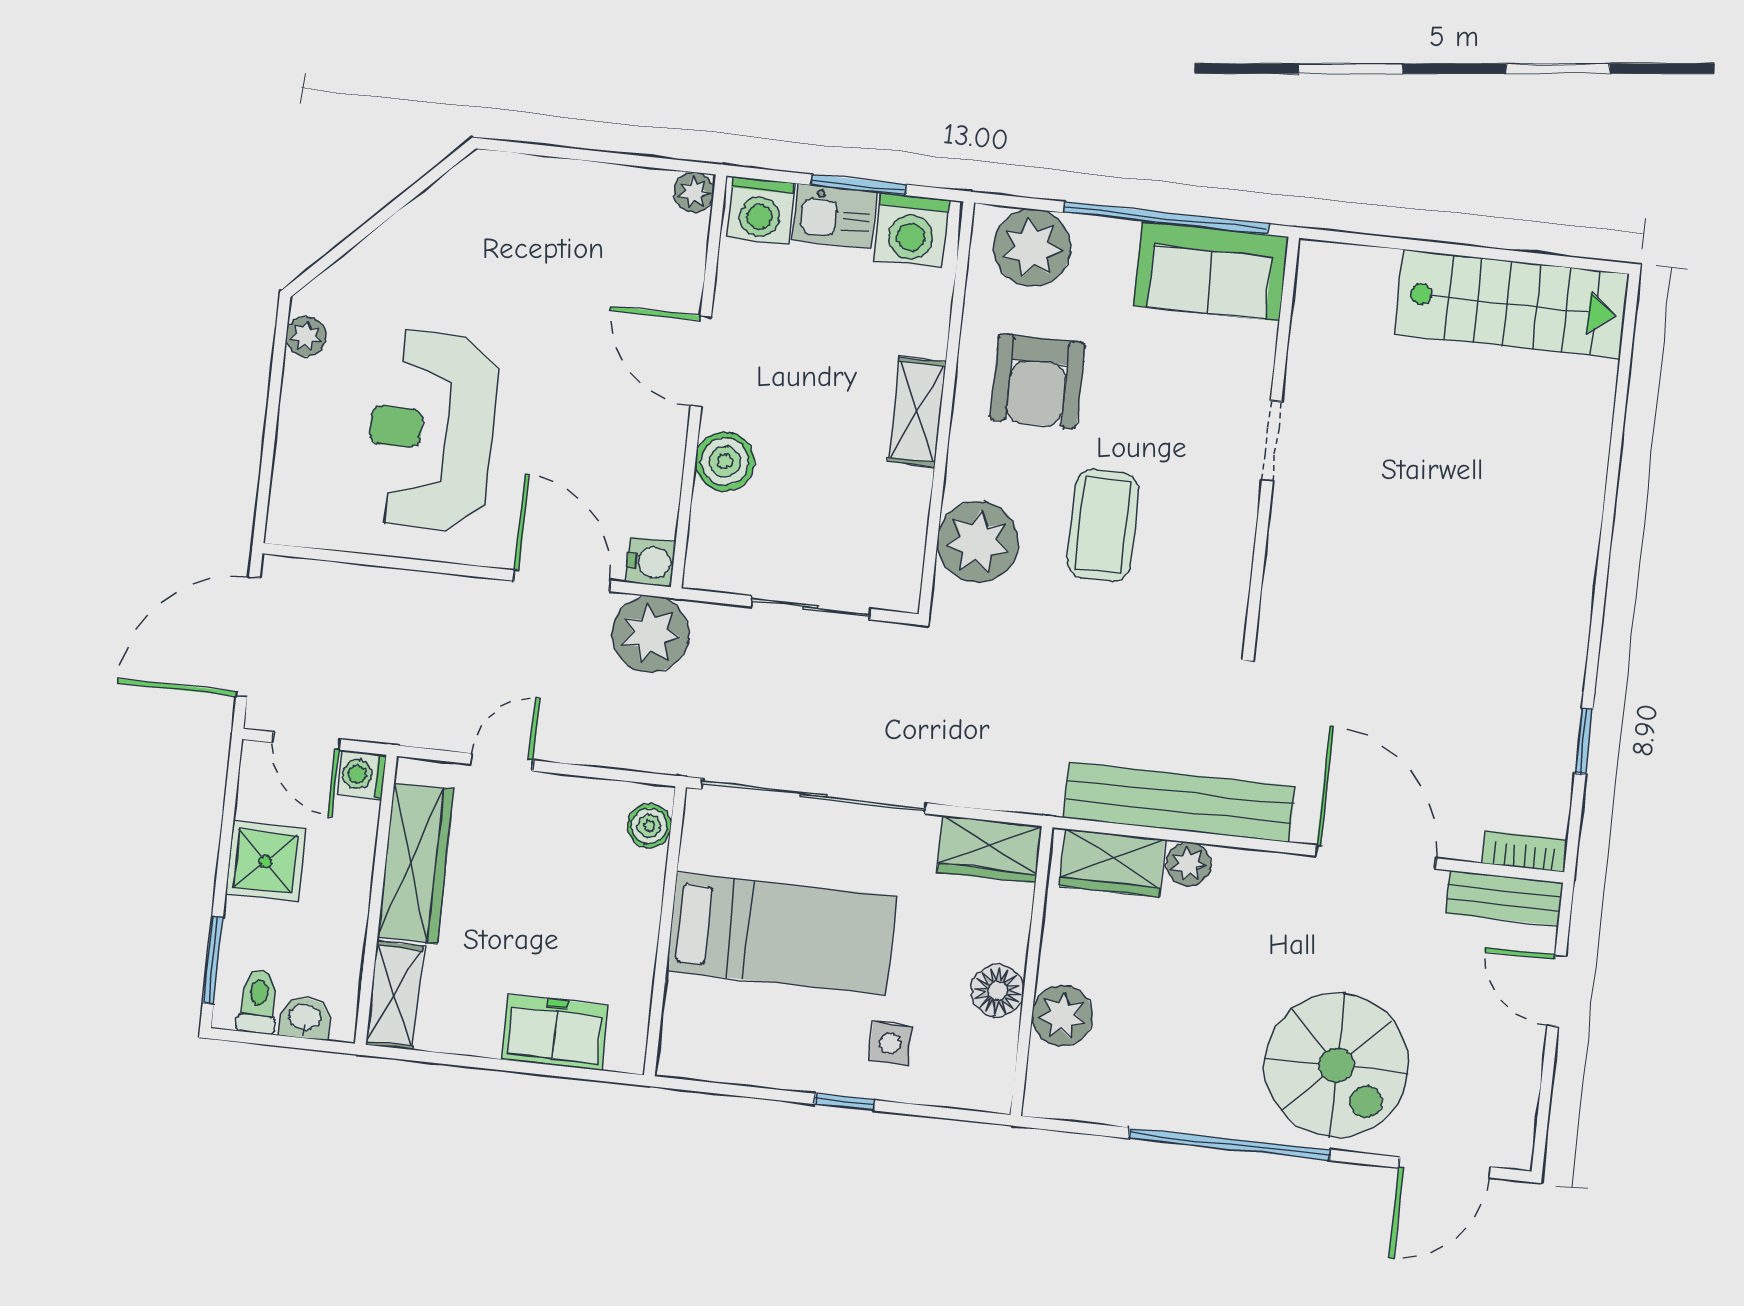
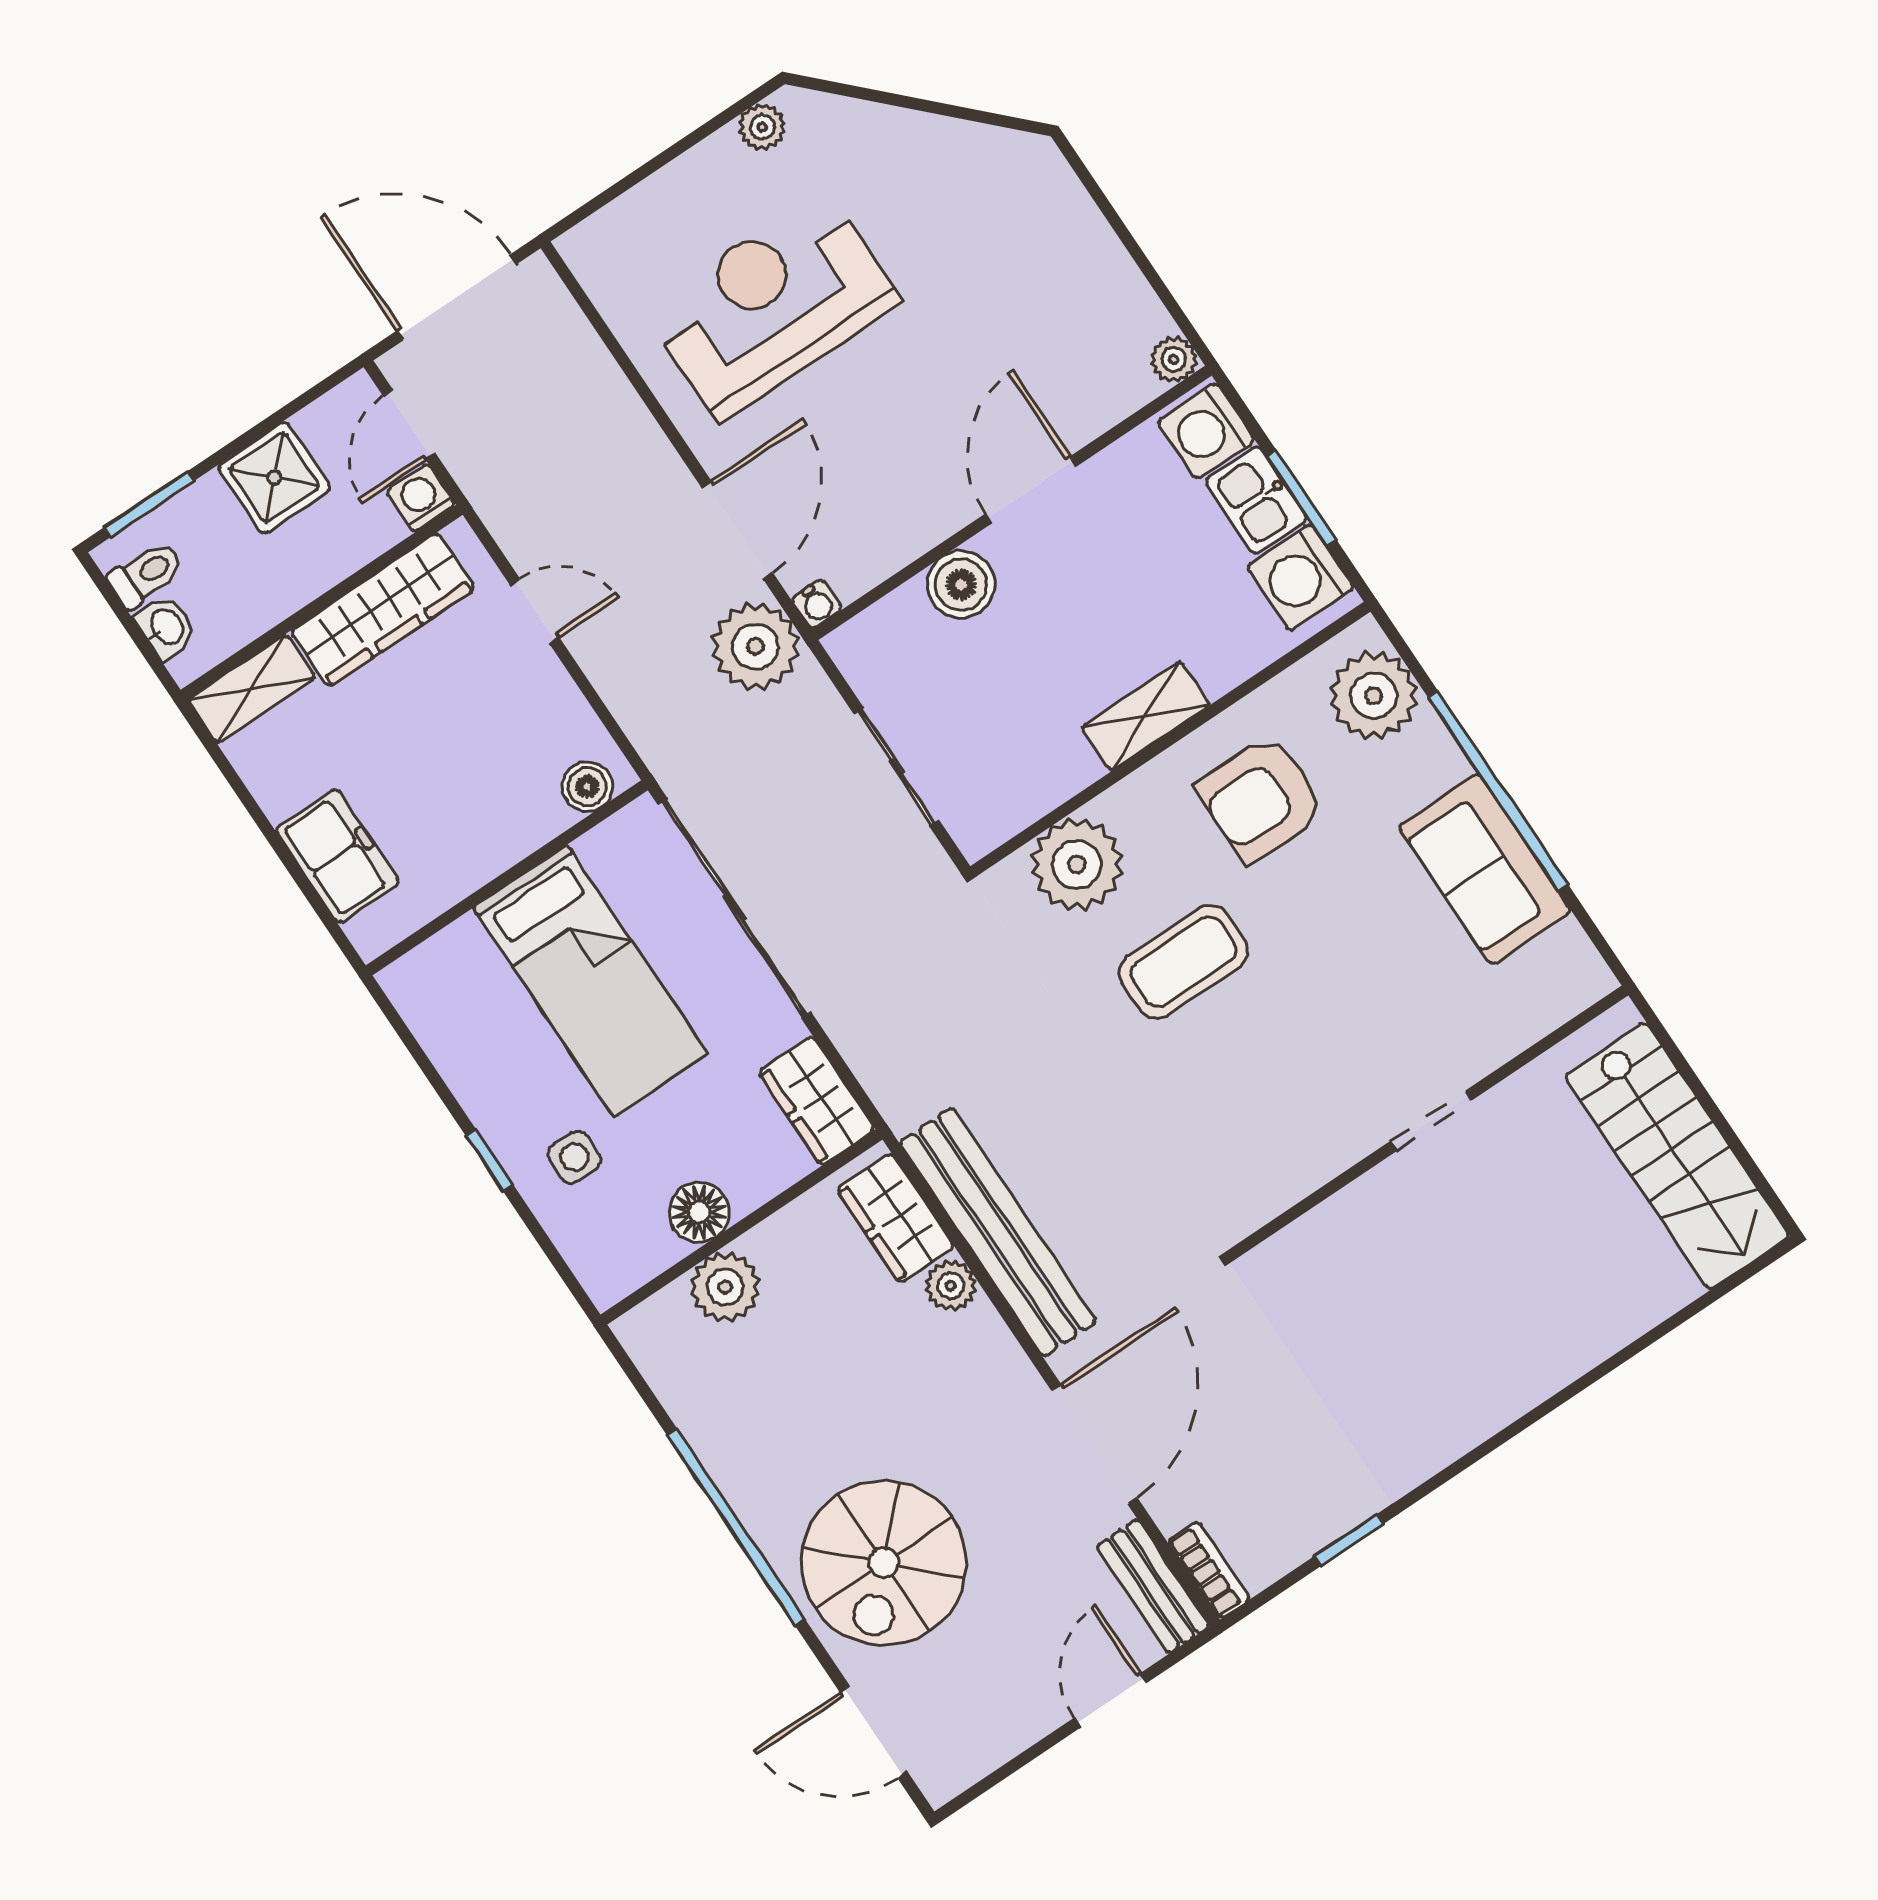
doorway: (1272, 441) -> (1431, 1121), moved
wall: (1271, 444) -> (1428, 1123), moved
water cooler: (651, 562) -> (817, 604), width x0.72, depth x0.72

